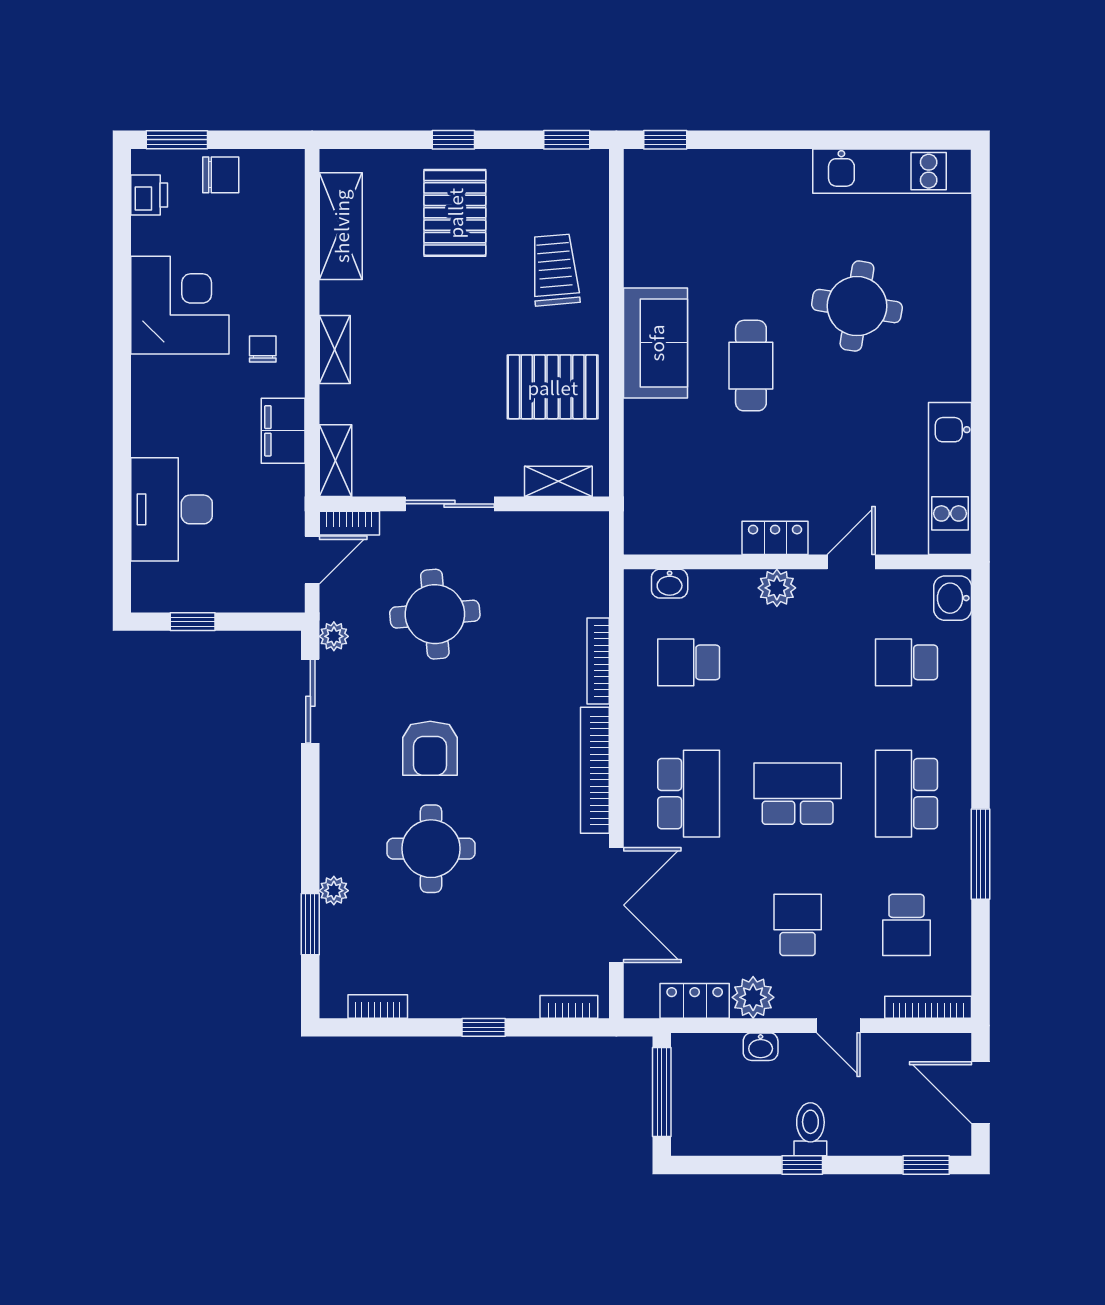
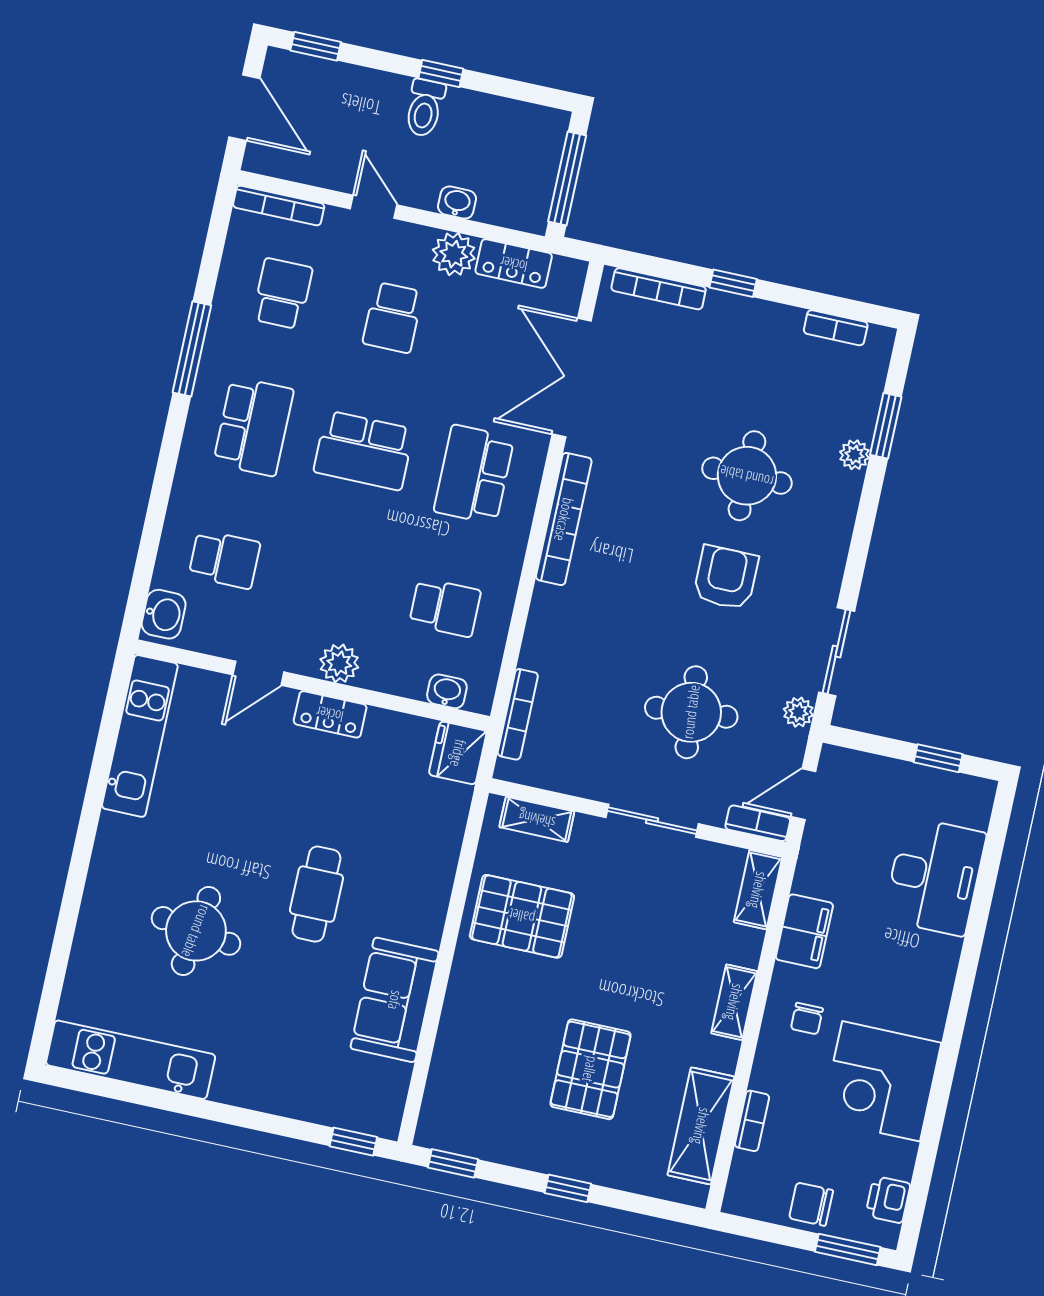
pallet: (455, 213) -> (590, 1069), moved
bookcase: (294, 241) -> (752, 1121), added
trolley: (555, 270) -> (494, 1034), removed
sofa: (656, 343) -> (395, 1000), moved
fridge: (647, 528) -> (458, 753), added
bookcase: (598, 661) -> (518, 714), moved
bookcase: (569, 1007) -> (659, 289), width x1.56

